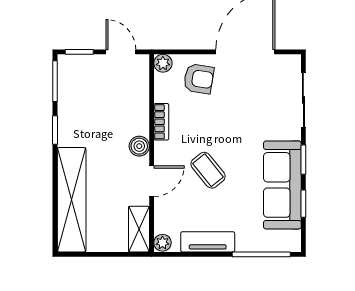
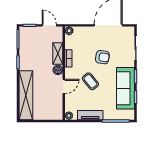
armchair: (199, 79) -> (102, 57), moved
shelving: (139, 229) -> (58, 53), moved

